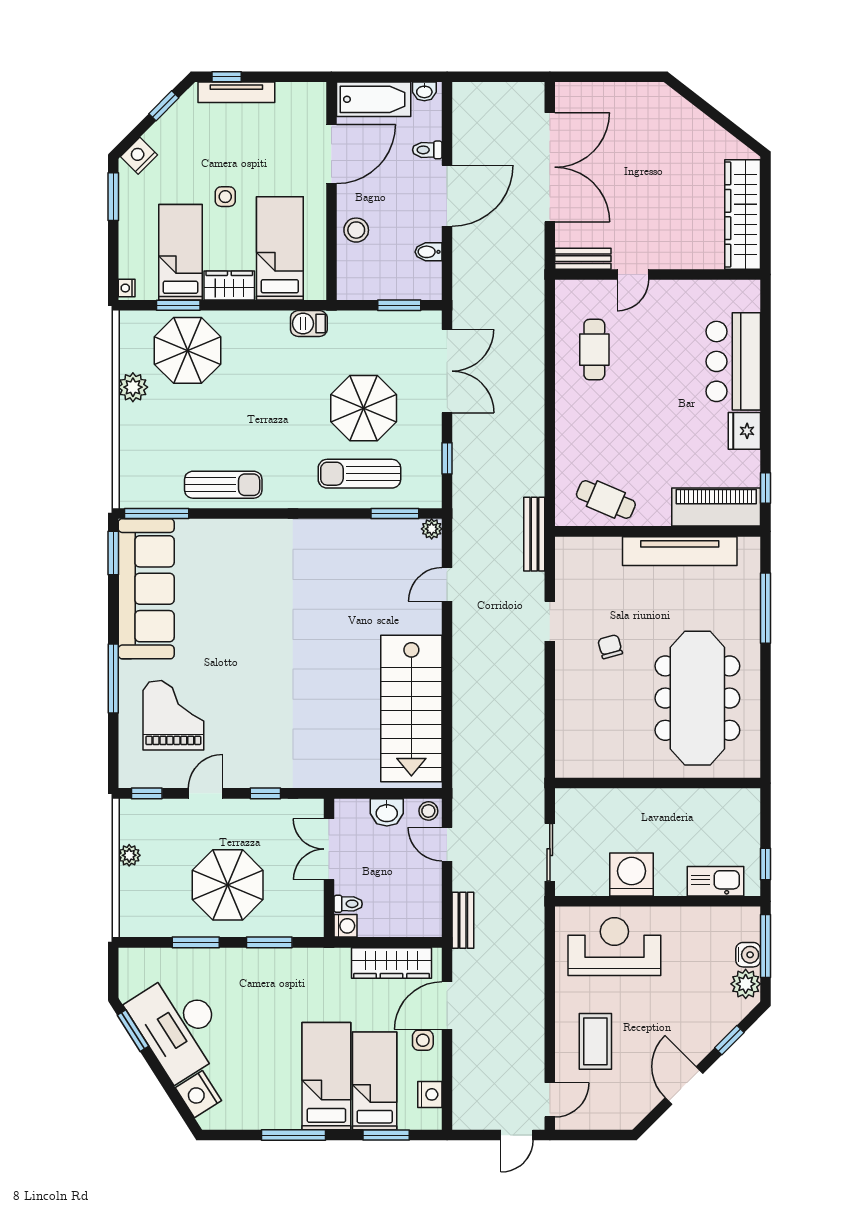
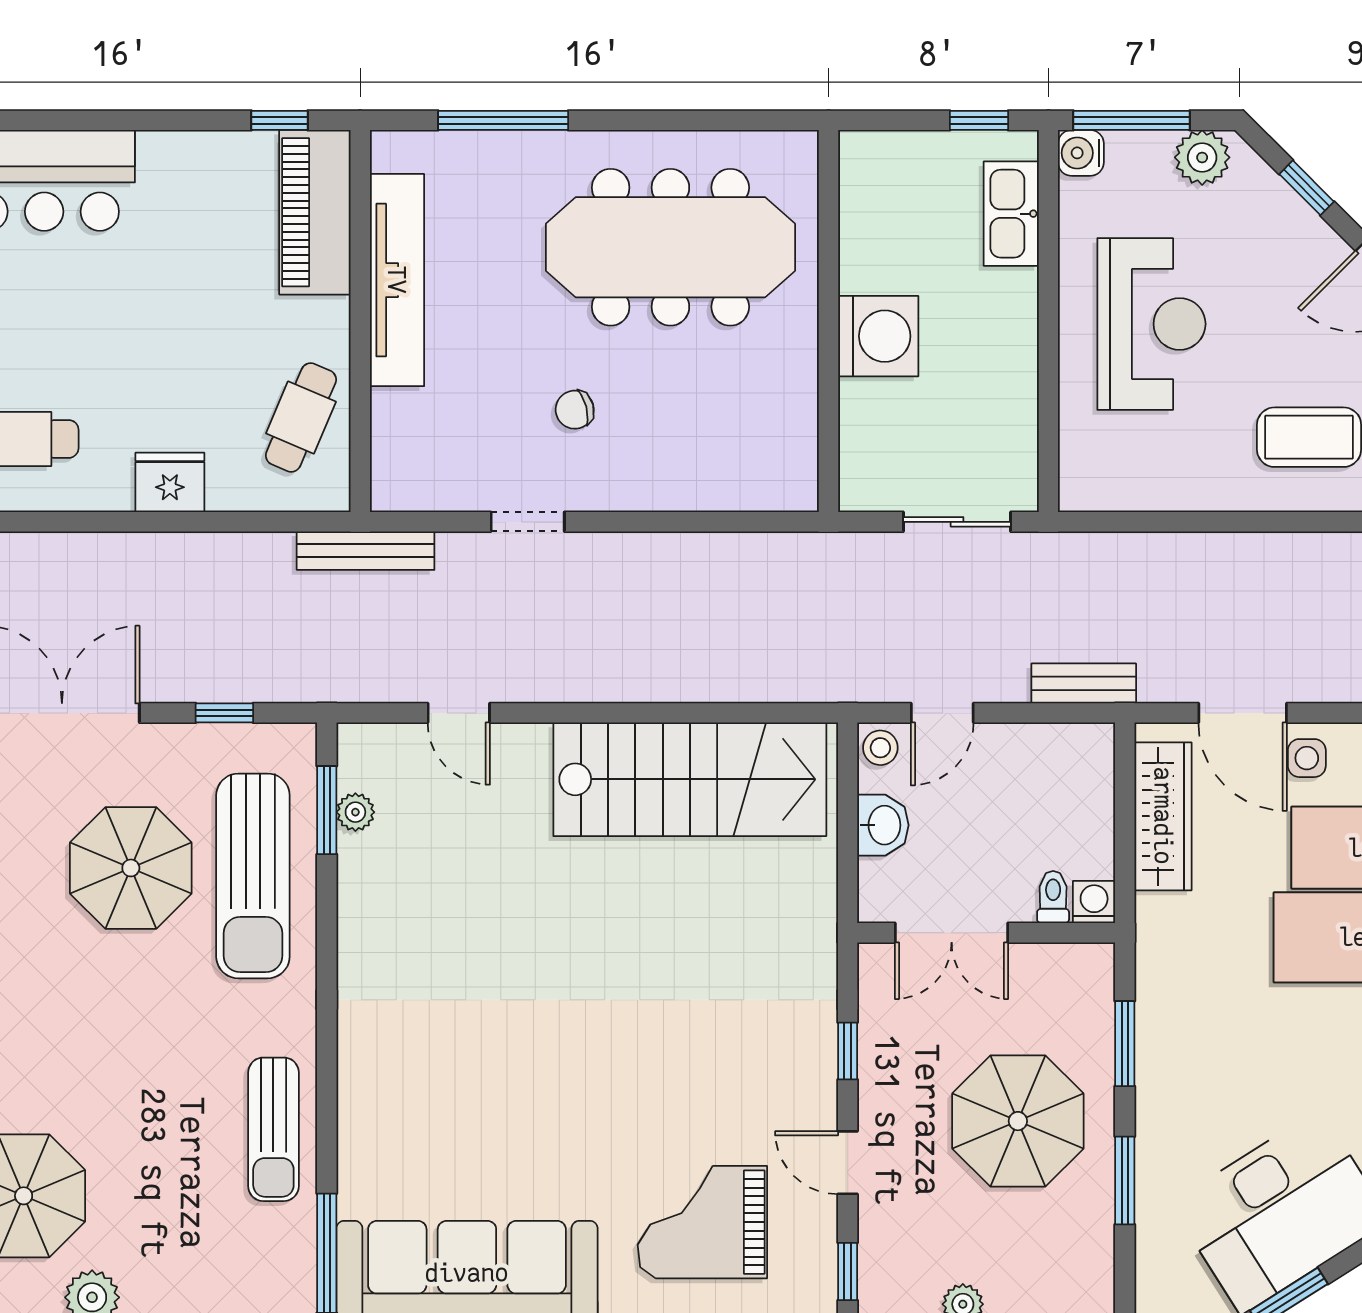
fridge: (744, 431) -> (170, 482), moved, turned 180
sun lounger: (359, 474) -> (253, 876), width x1.36, depth x1.34
sun lounger: (223, 485) -> (273, 1129), turned 180
plant: (432, 529) -> (355, 812), moved
washing machine: (632, 875) -> (878, 336), moved, turned 180
reception desk: (614, 947) -> (1151, 324), moved, turned 180
water cooler: (748, 955) -> (1081, 153), moved, turned -90

